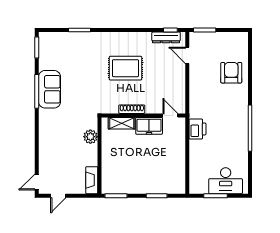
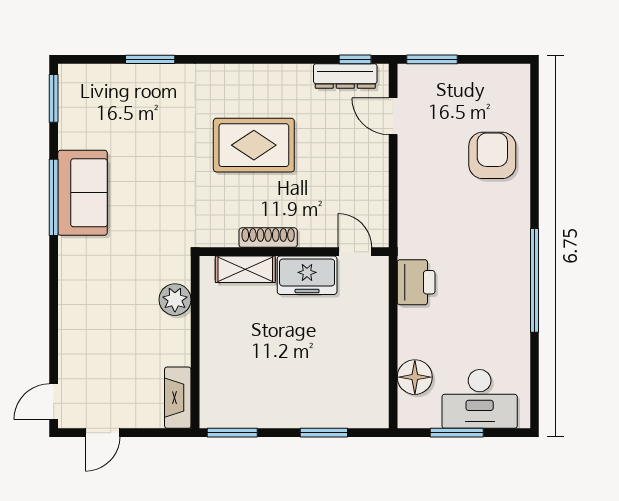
floor lamp: (197, 171) -> (415, 377), added

